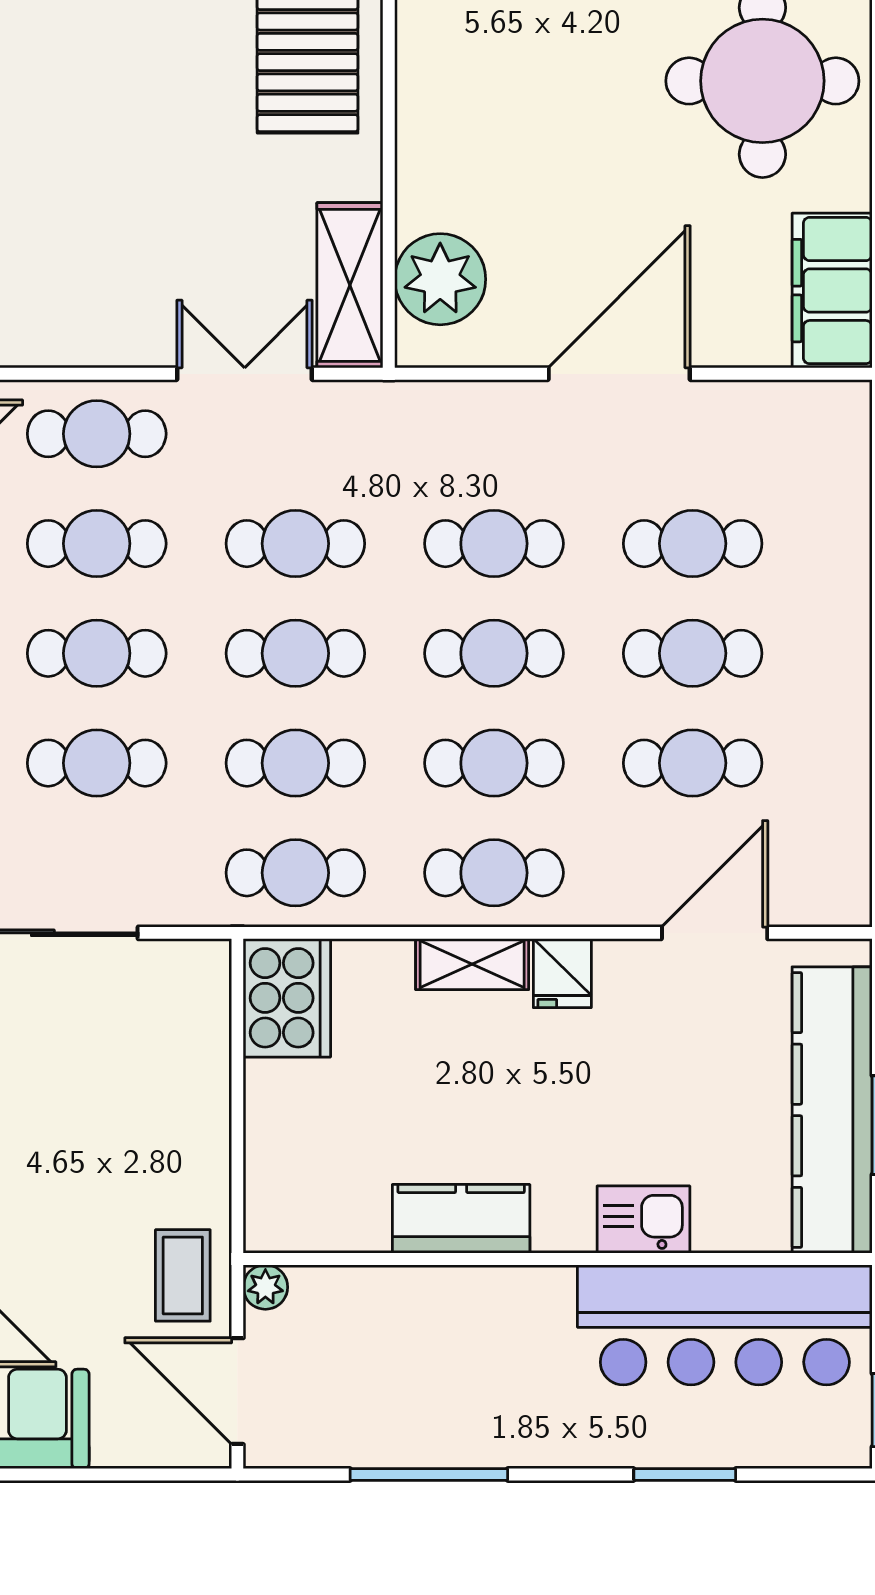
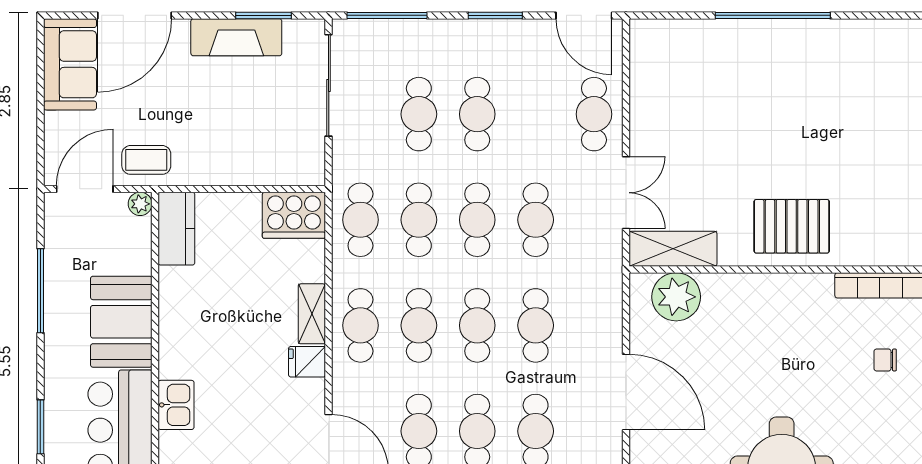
cafe table: (97, 544) -> (536, 114), removed
kitchen counter: (461, 1219) -> (176, 229), moved
booth: (487, 1322) -> (121, 322), added

